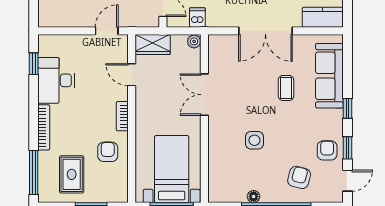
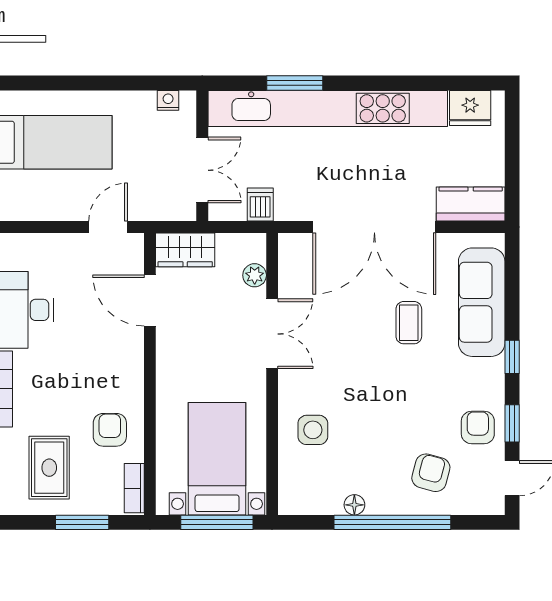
double door: (265, 31) -> (374, 227), width x1.36
plant: (194, 41) -> (255, 275), moved
door: (132, 75) -> (150, 300), width x1.38
double door: (204, 95) -> (272, 334), swing flipped
bookcase: (122, 116) -> (134, 488), moved
side table: (254, 140) -> (313, 430), moved

